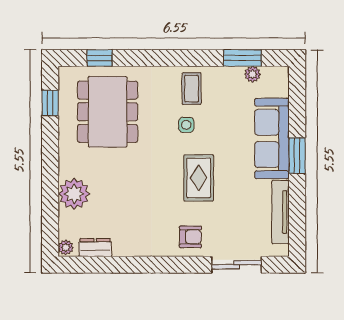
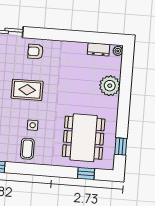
rug: (199, 178) -> (27, 90), turned 90

